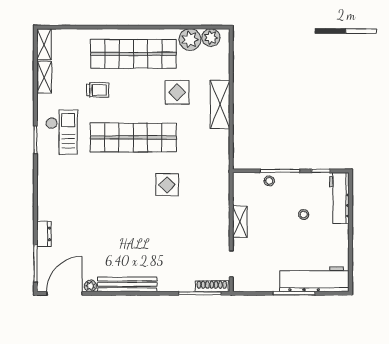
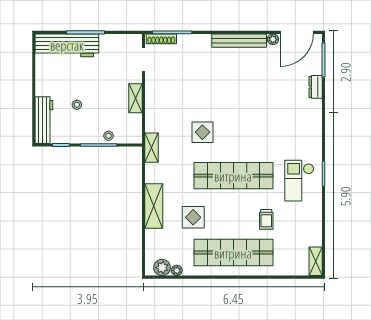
plant: (190, 39) -> (177, 270), width x0.53, depth x0.53
shelving: (44, 77) -> (151, 148), moved
trolley: (98, 90) -> (266, 219), turned -90

